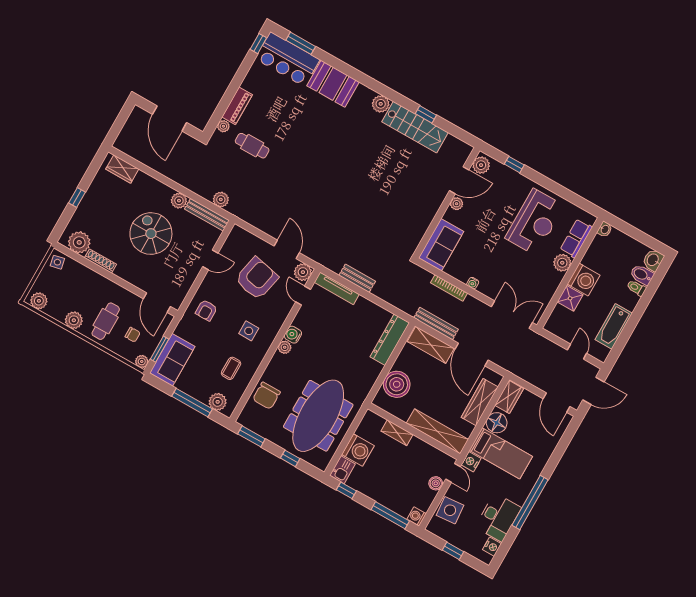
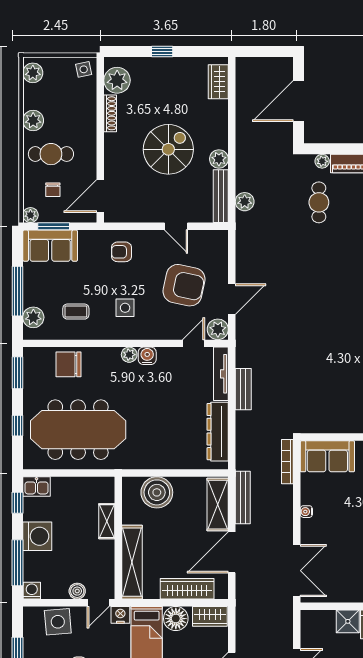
bookcase: (449, 288) -> (287, 462), moved
dresser: (390, 340) -> (218, 432), moved, turned -90
washing machine: (358, 450) -> (37, 536), moved, turned -90

